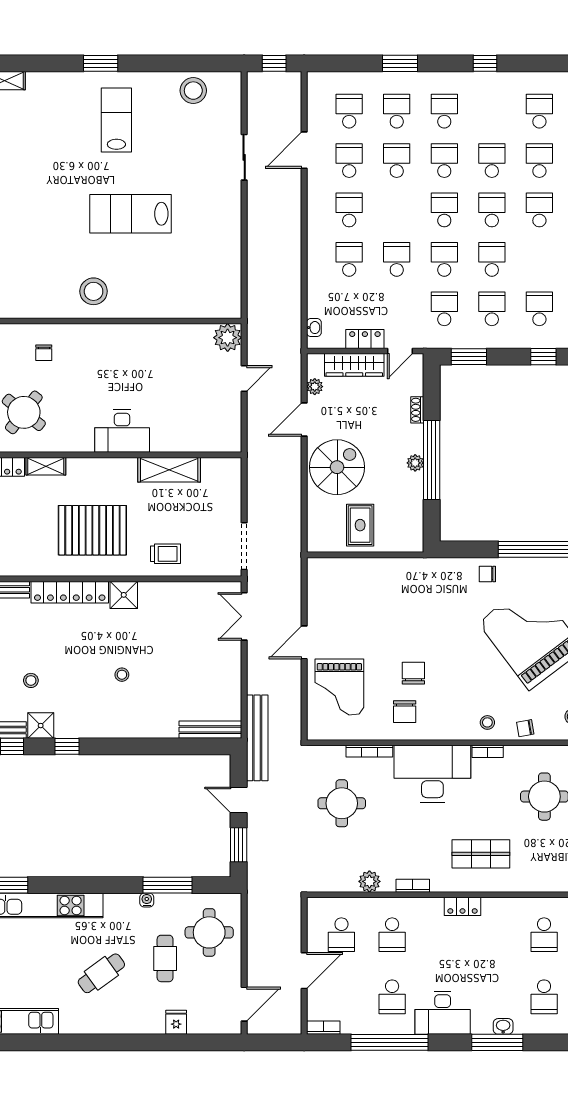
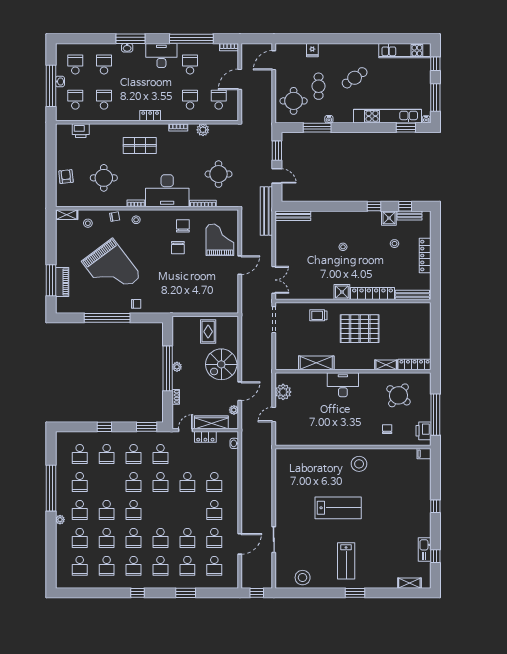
school desk: (444, 210) -> (134, 566), moved
plant: (228, 338) -> (283, 392), moved

